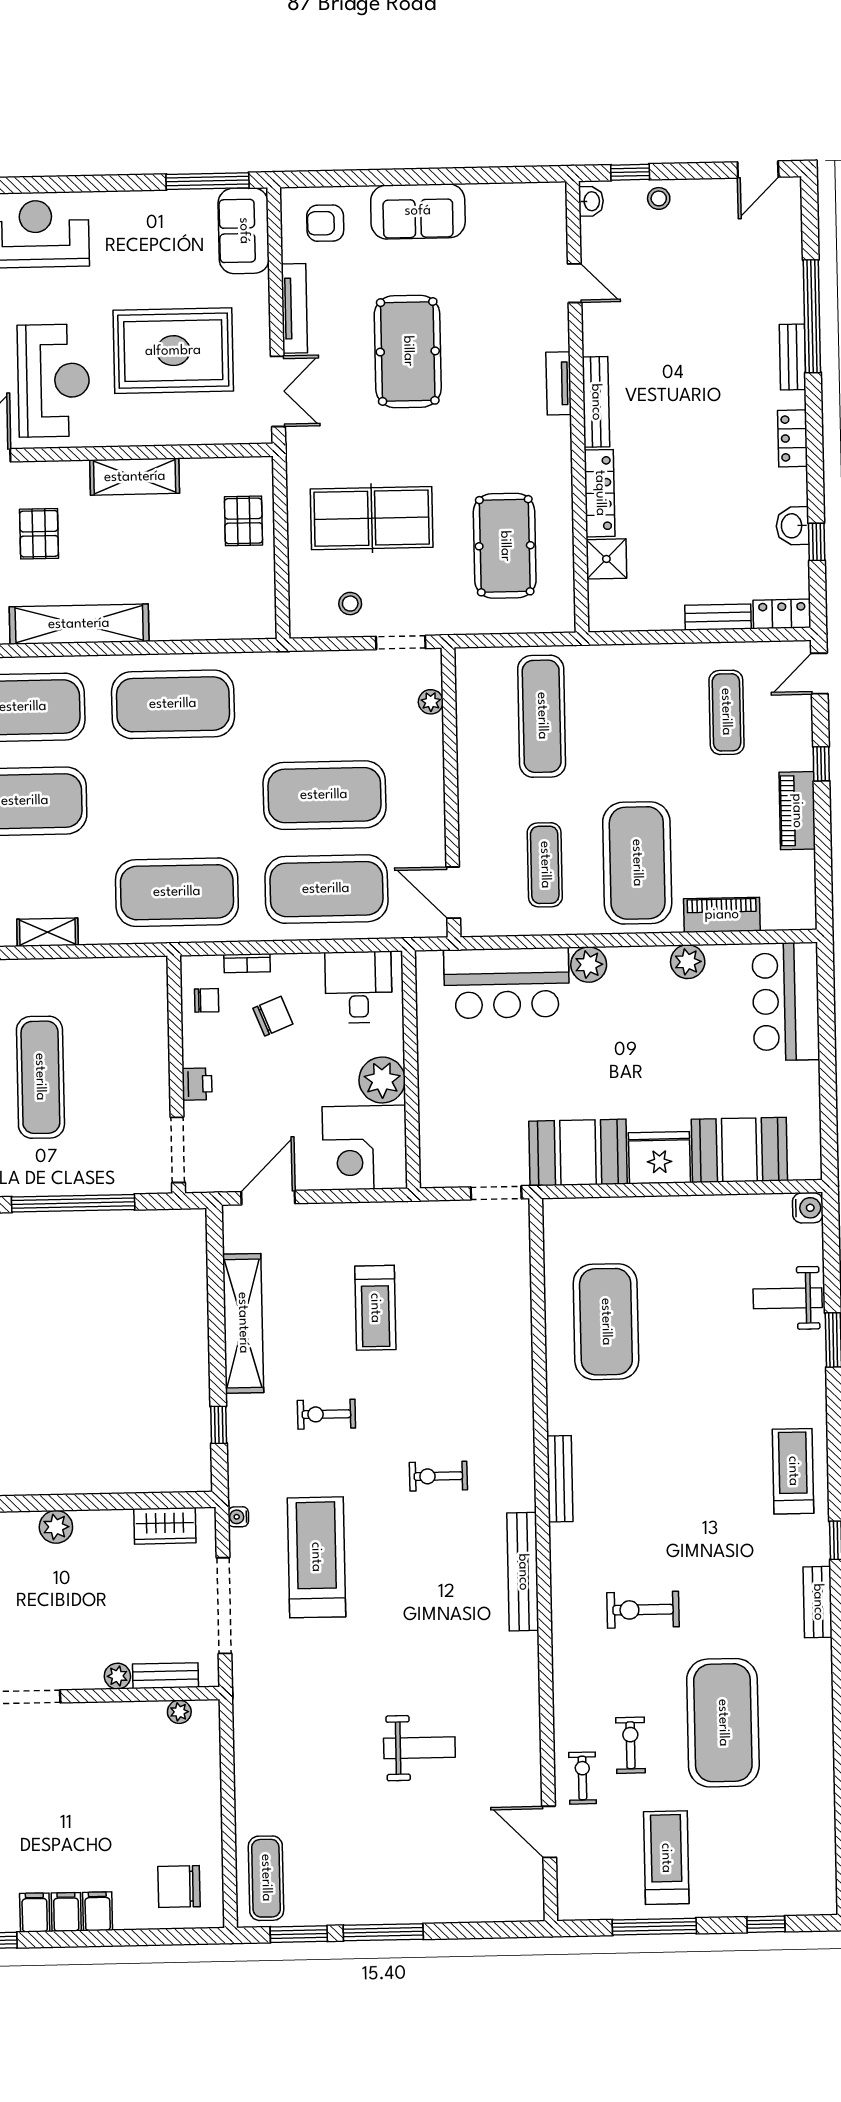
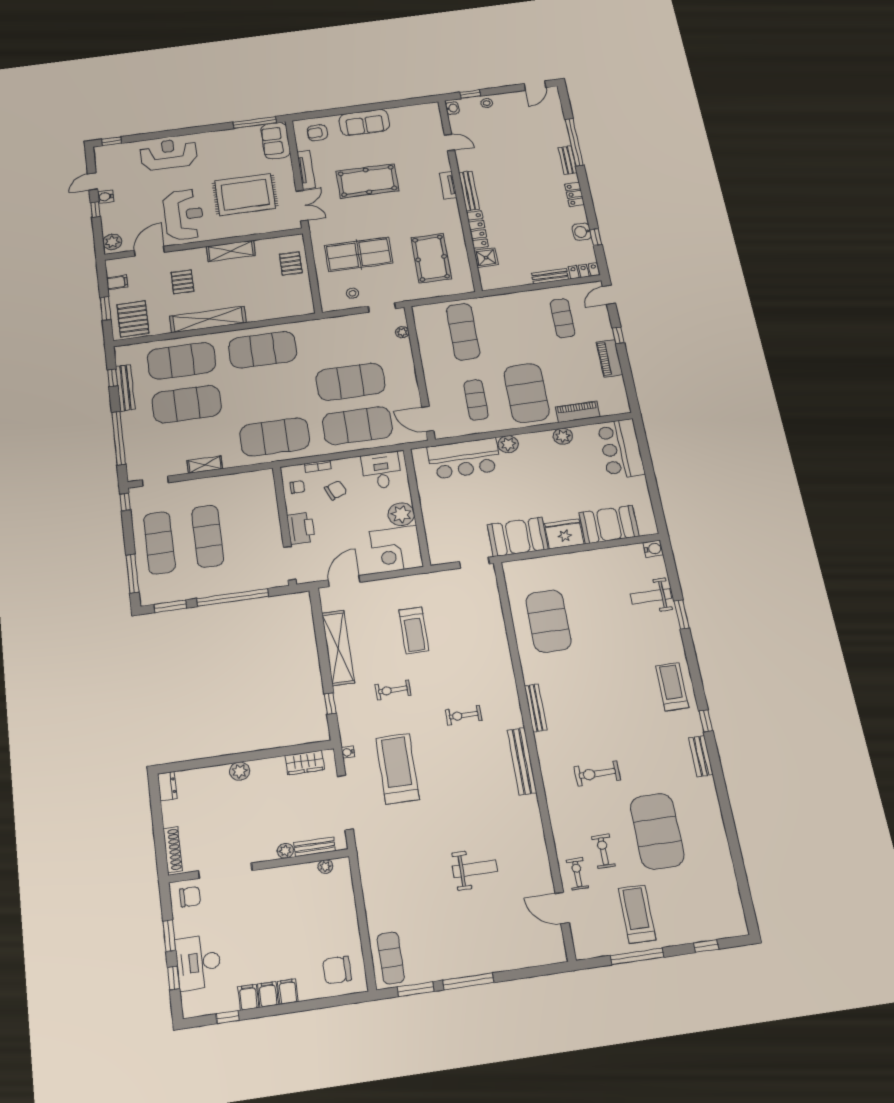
pool table: (408, 351) -> (367, 181), turned 90
printer: (197, 1084) -> (301, 528), width x1.87, depth x1.48

